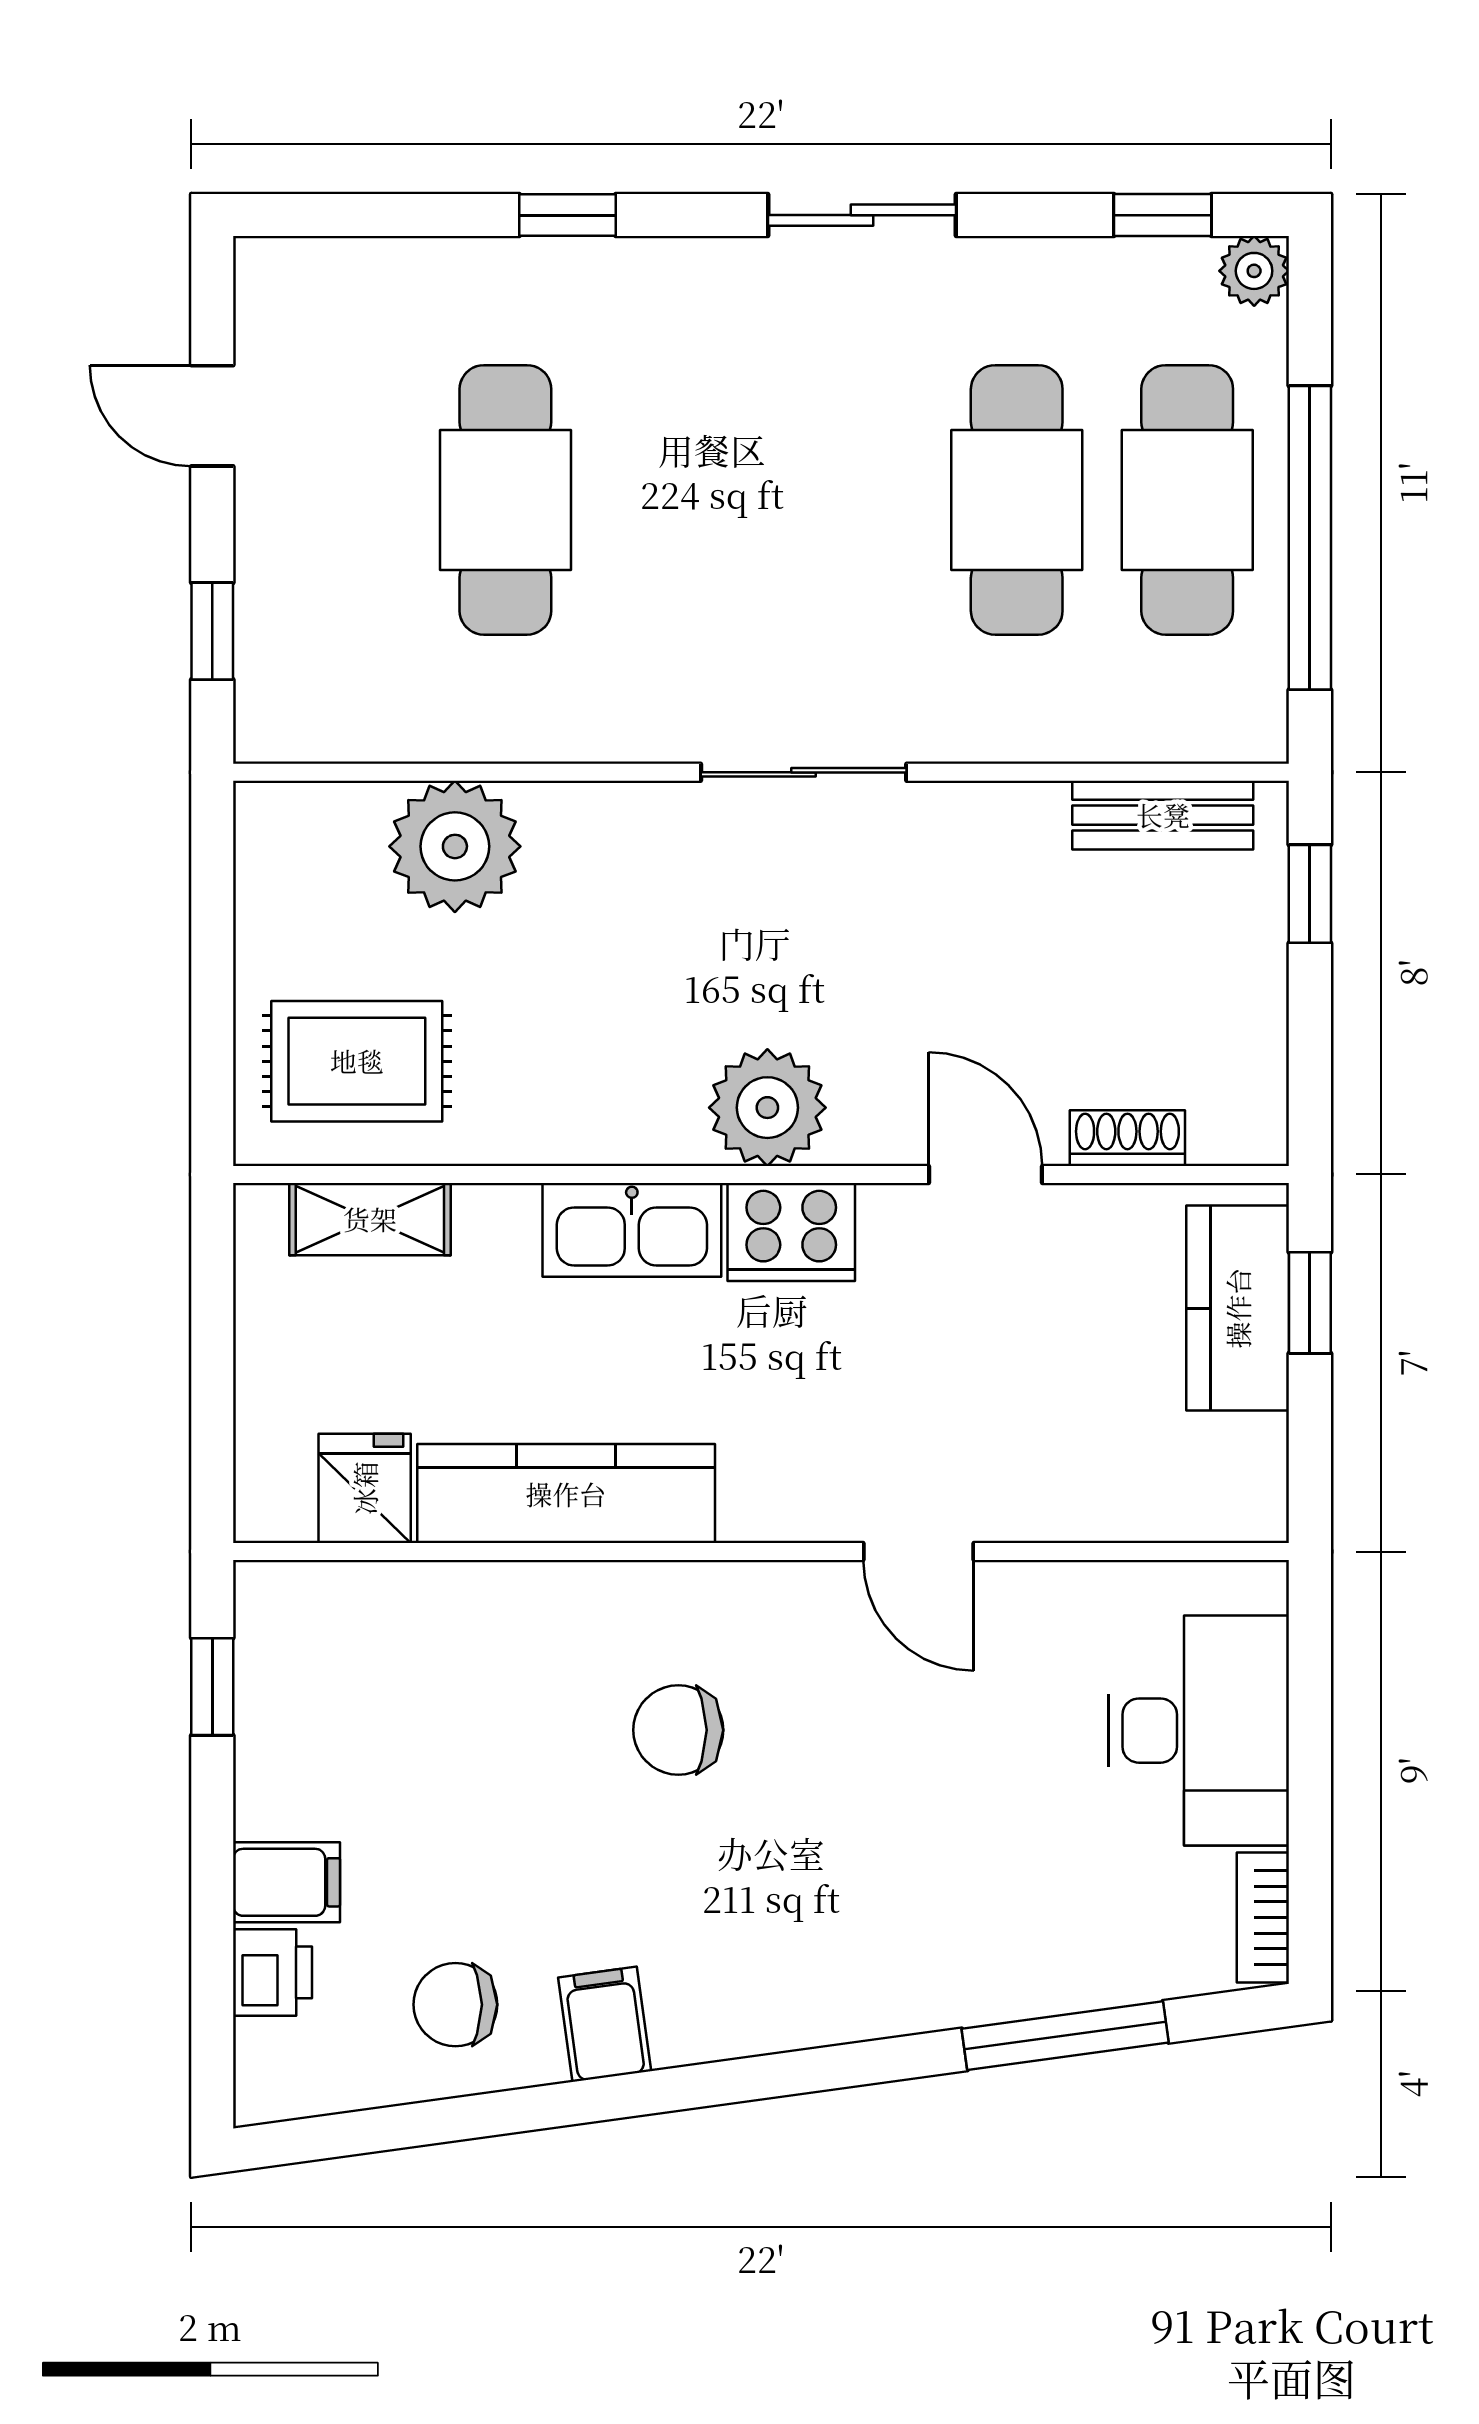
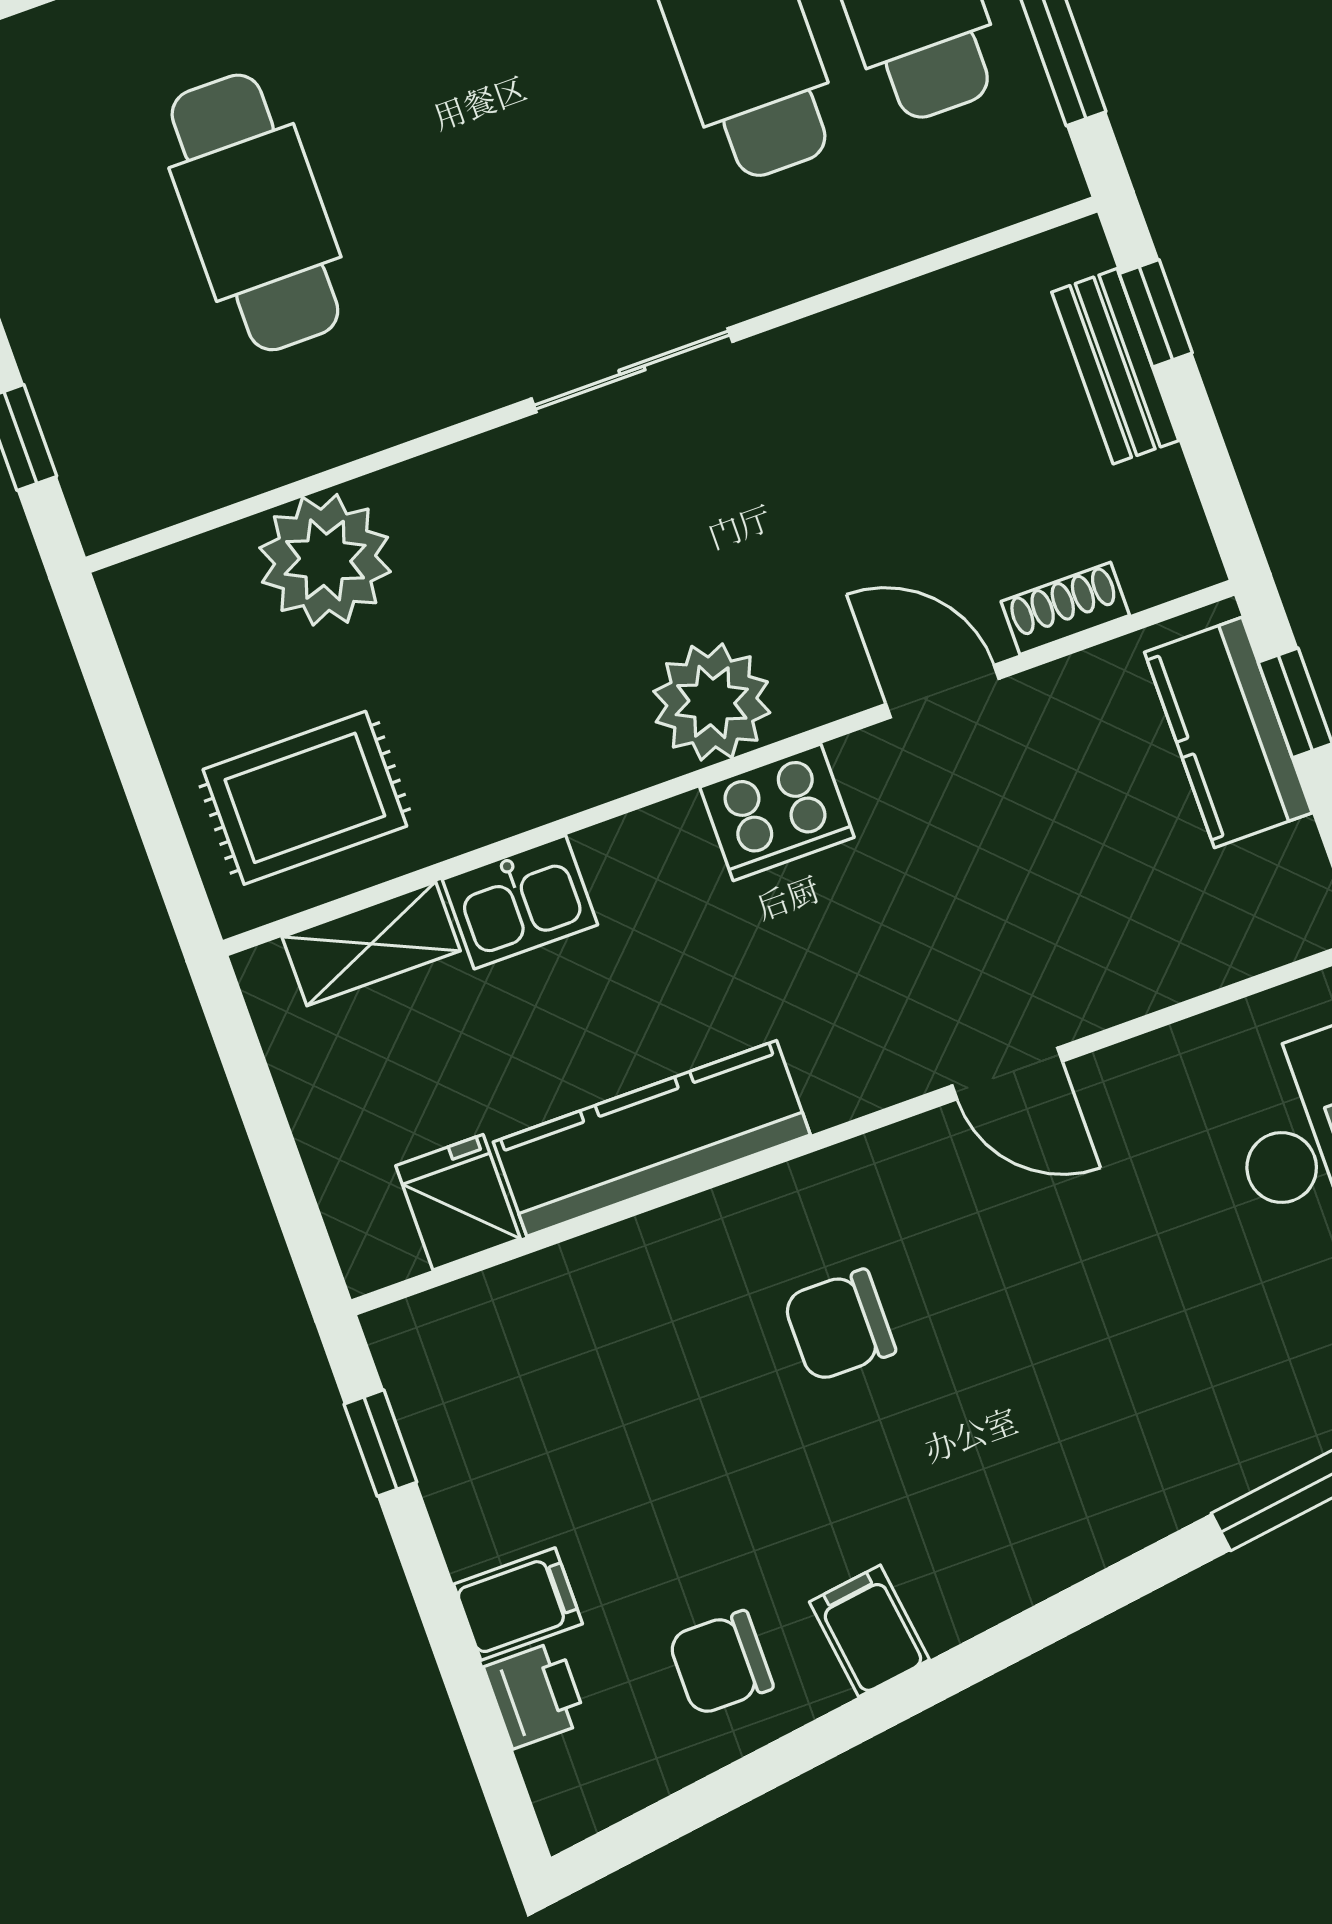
bench: (1163, 815) -> (1115, 366), moved, turned 90
kitchen sink: (632, 1230) -> (520, 902), moved, width x0.73

